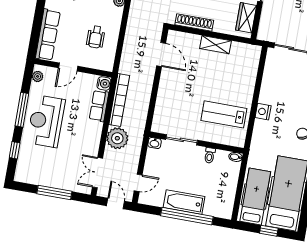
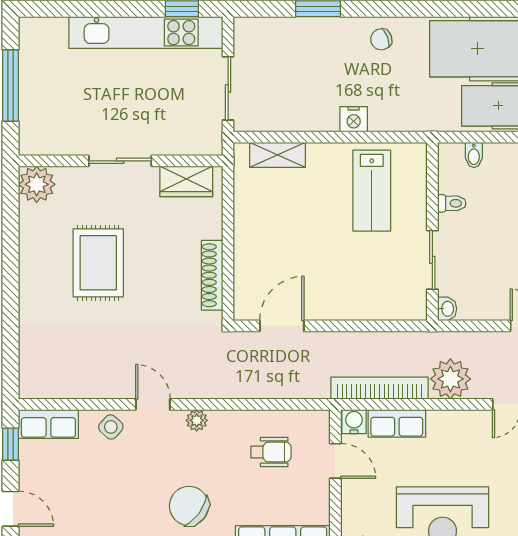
shelving: (216, 45) -> (277, 155), moved, turned 90
door: (68, 67) -> (335, 461), moved
bidet: (236, 157) -> (474, 155), moved

